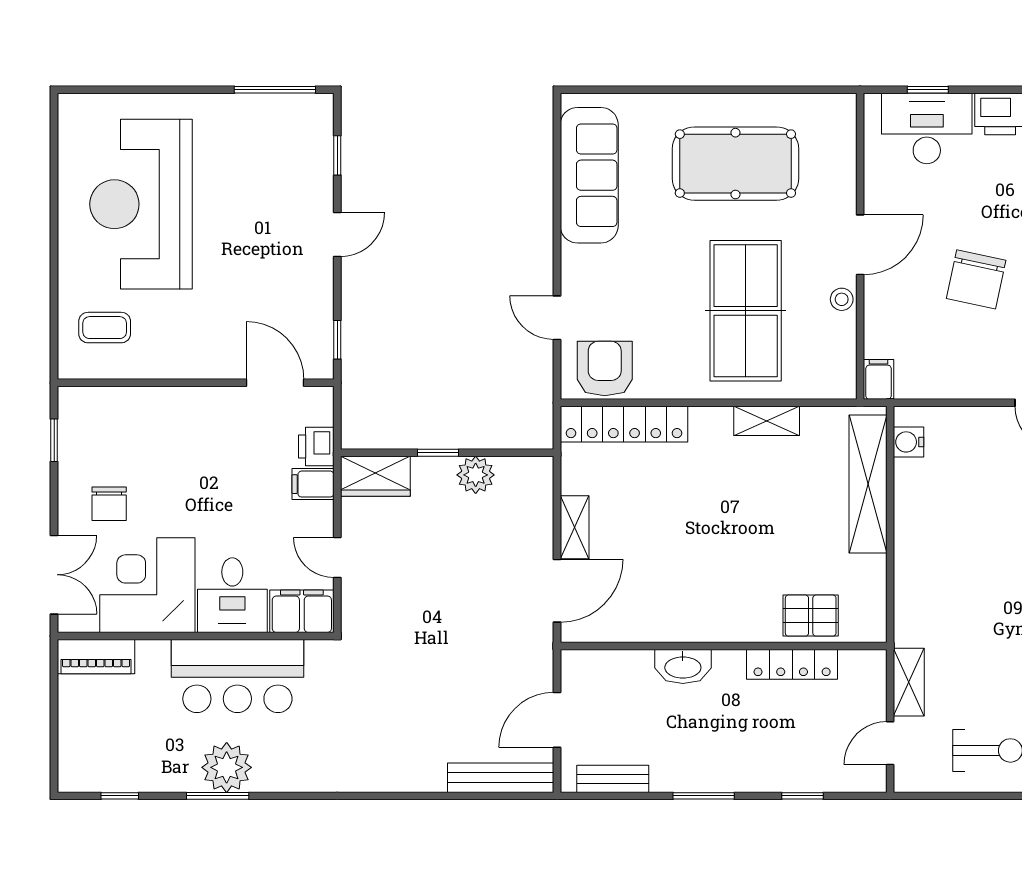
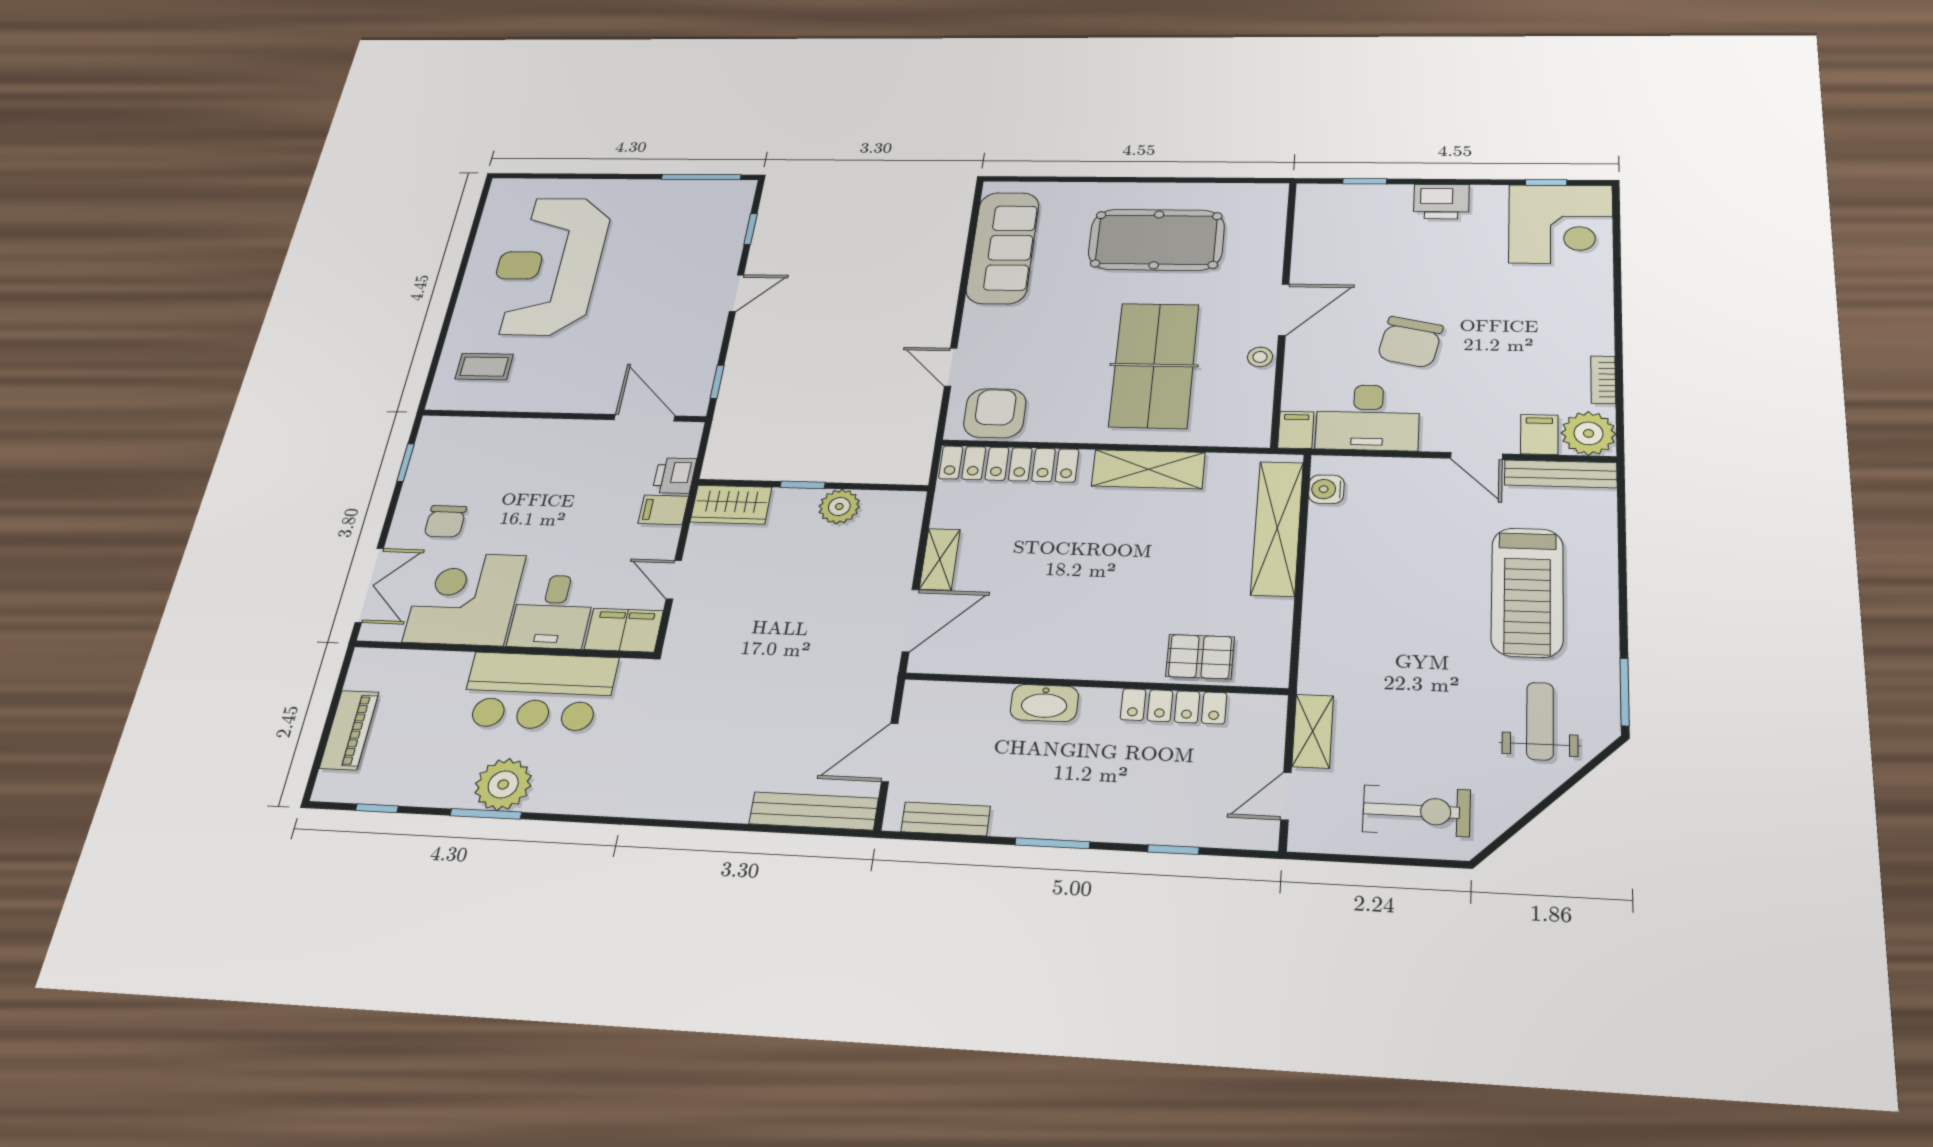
desk: (927, 128) -> (1368, 417), moved, turned 180
shelving: (767, 421) -> (1148, 469), width x1.50, depth x1.33
piano: (96, 657) -> (349, 730), moved, turned -90

